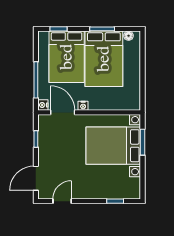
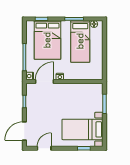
bed: (104, 59) -> (80, 41), width x0.67
door: (63, 112) -> (44, 82), hinge flipped
bed with nightstands: (113, 146) -> (83, 129), moved, width x0.73

